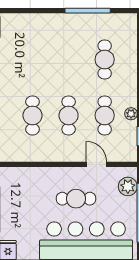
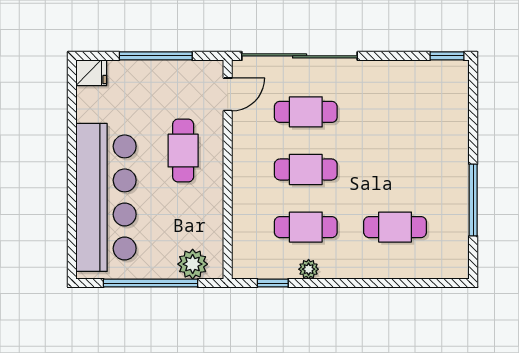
door: (96, 164) -> (228, 94), moved
cafe table: (76, 199) -> (183, 151), moved

